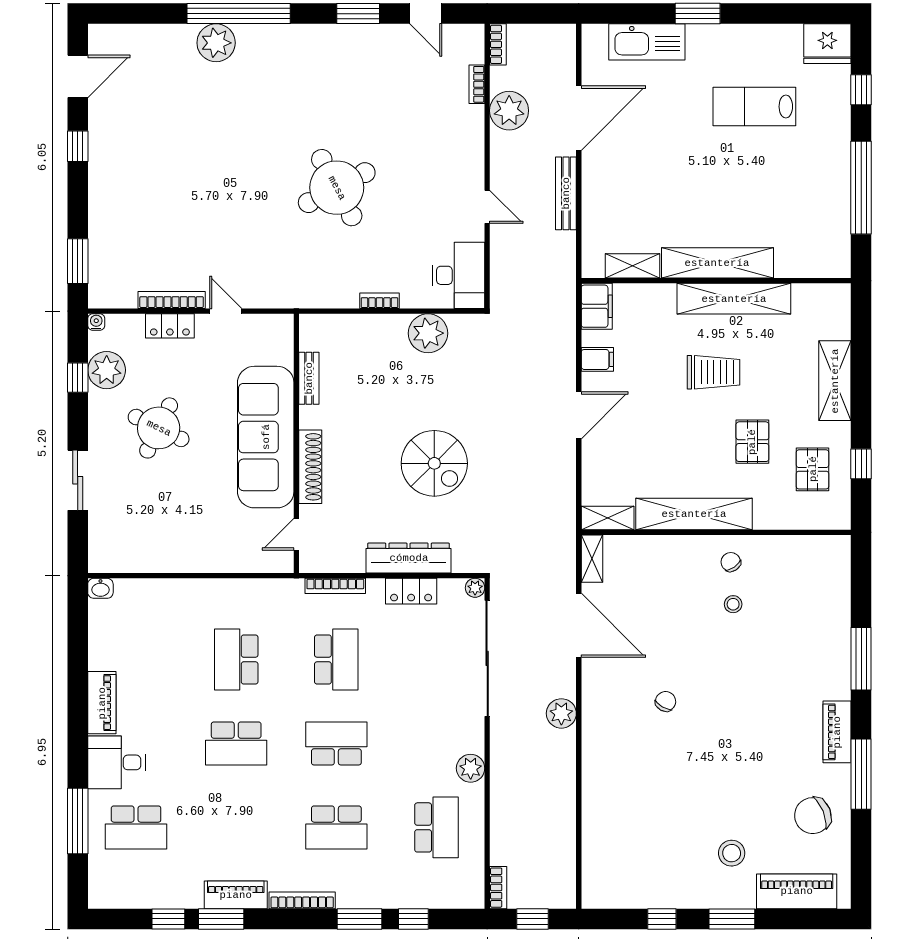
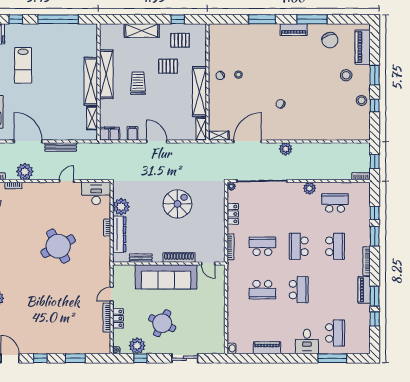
window: (78, 261) -> (75, 358), moved
dresser: (409, 558) -> (119, 234), moved, turned 180
piano: (102, 703) -> (267, 348), moved
stool: (674, 889) -> (361, 100), added

